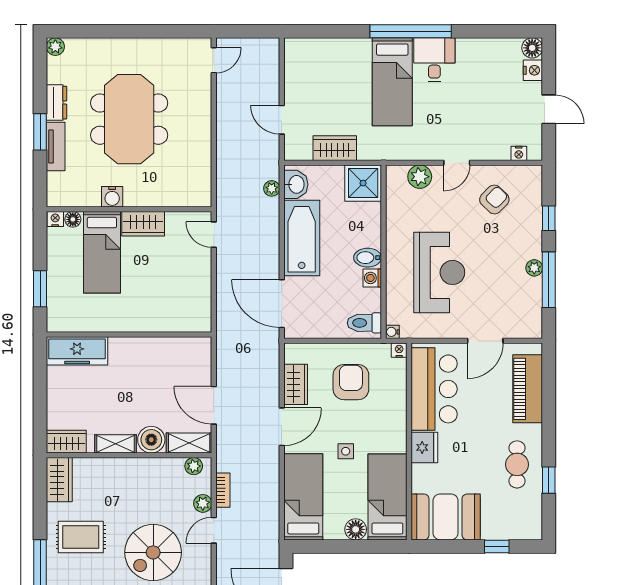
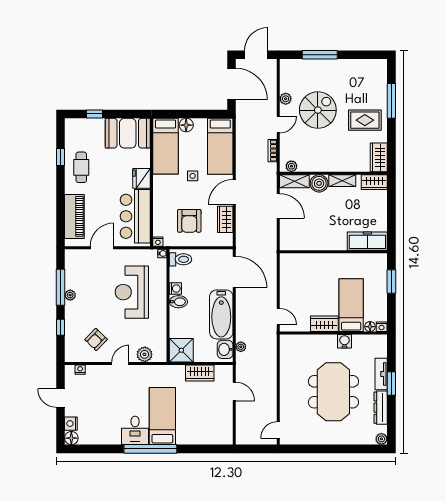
dresser: (56, 103) -> (381, 408), width x1.44
plant: (203, 503) -> (286, 99), moved

